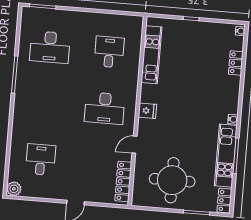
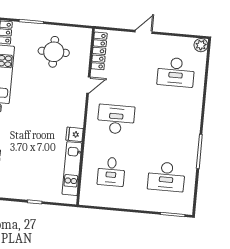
desk: (50, 47) -> (166, 177), turned 180
fridge: (147, 111) -> (74, 134), moved
desk: (41, 160) -> (176, 72), width x1.37
round table: (172, 180) -> (54, 52), width x0.73, depth x0.73

